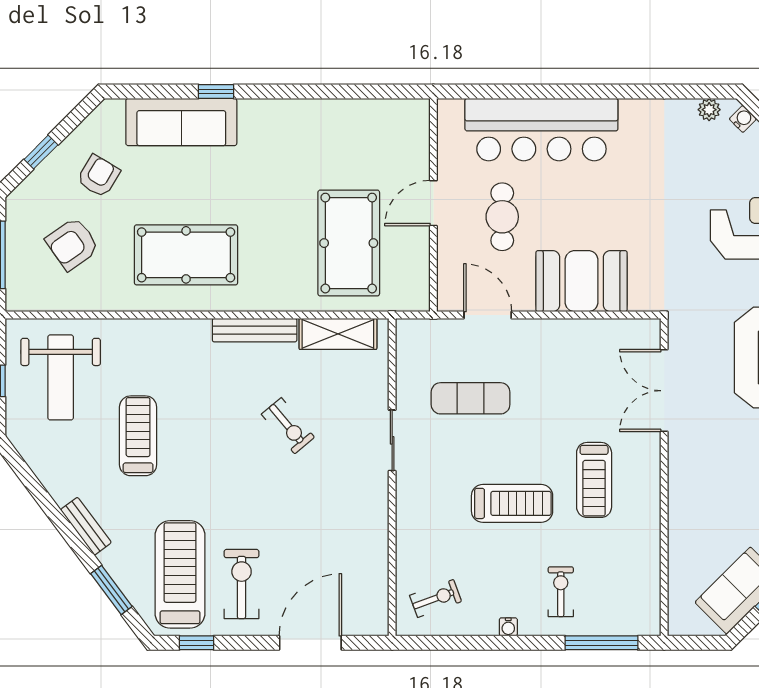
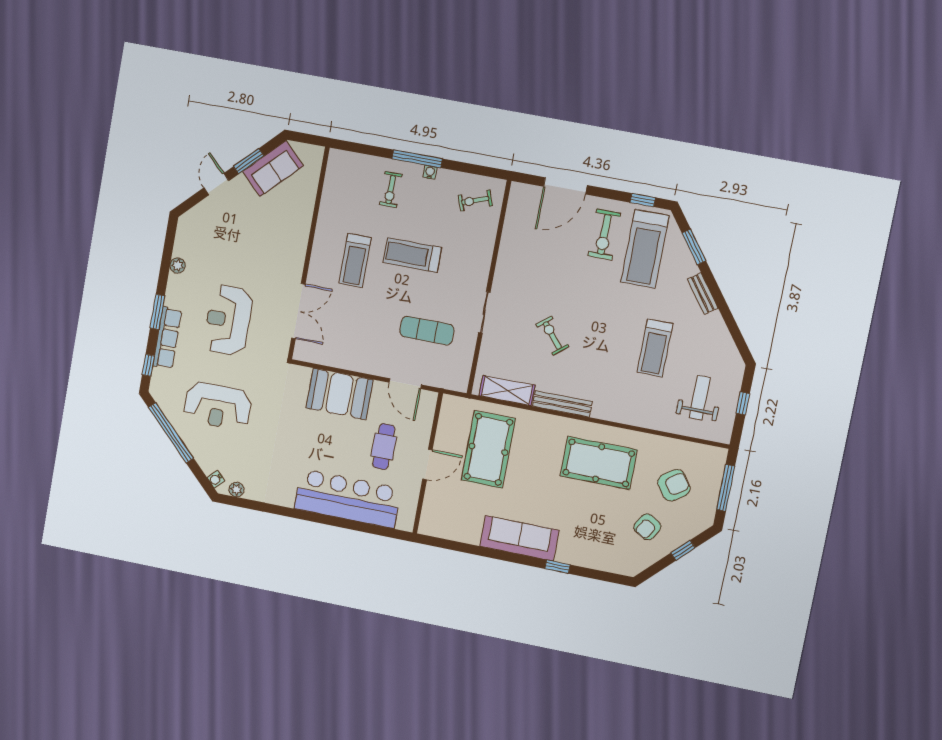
sofa: (181, 122) -> (519, 538), moved
weight bench: (61, 377) -> (700, 397), width x0.73, depth x0.75
treadmill: (594, 480) -> (355, 260), turned 180
window: (601, 643) -> (417, 159), moved

